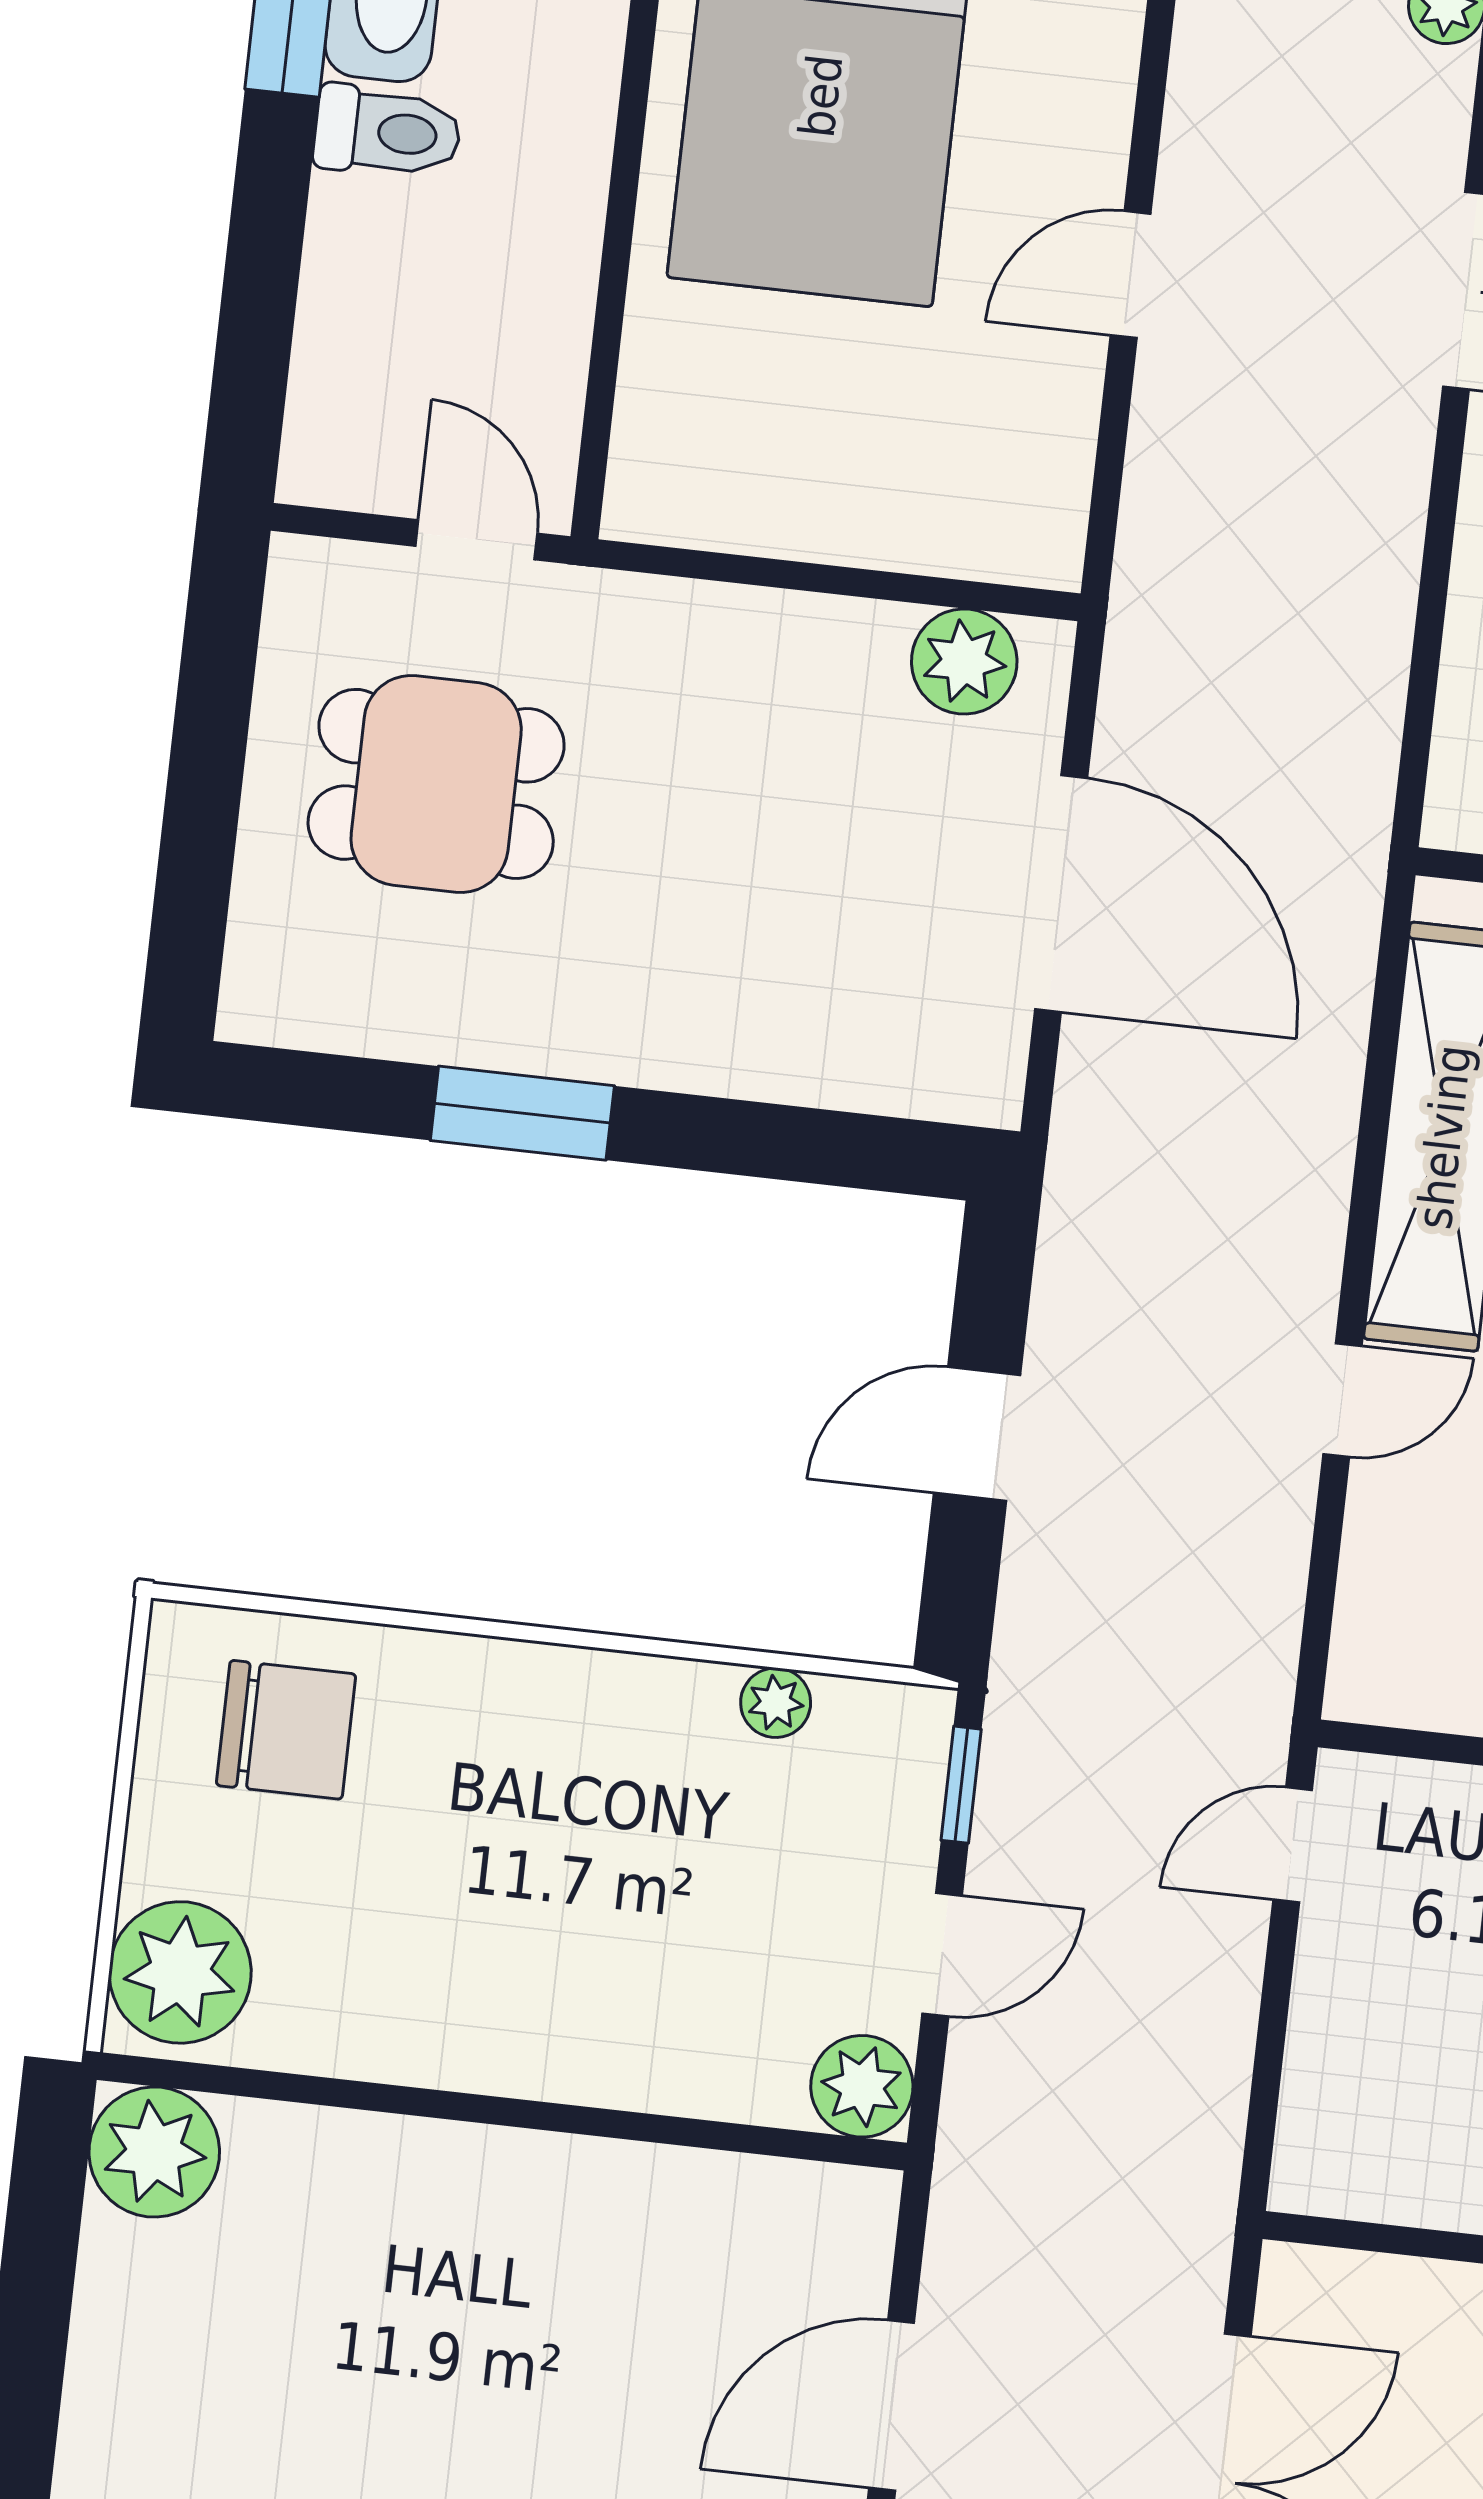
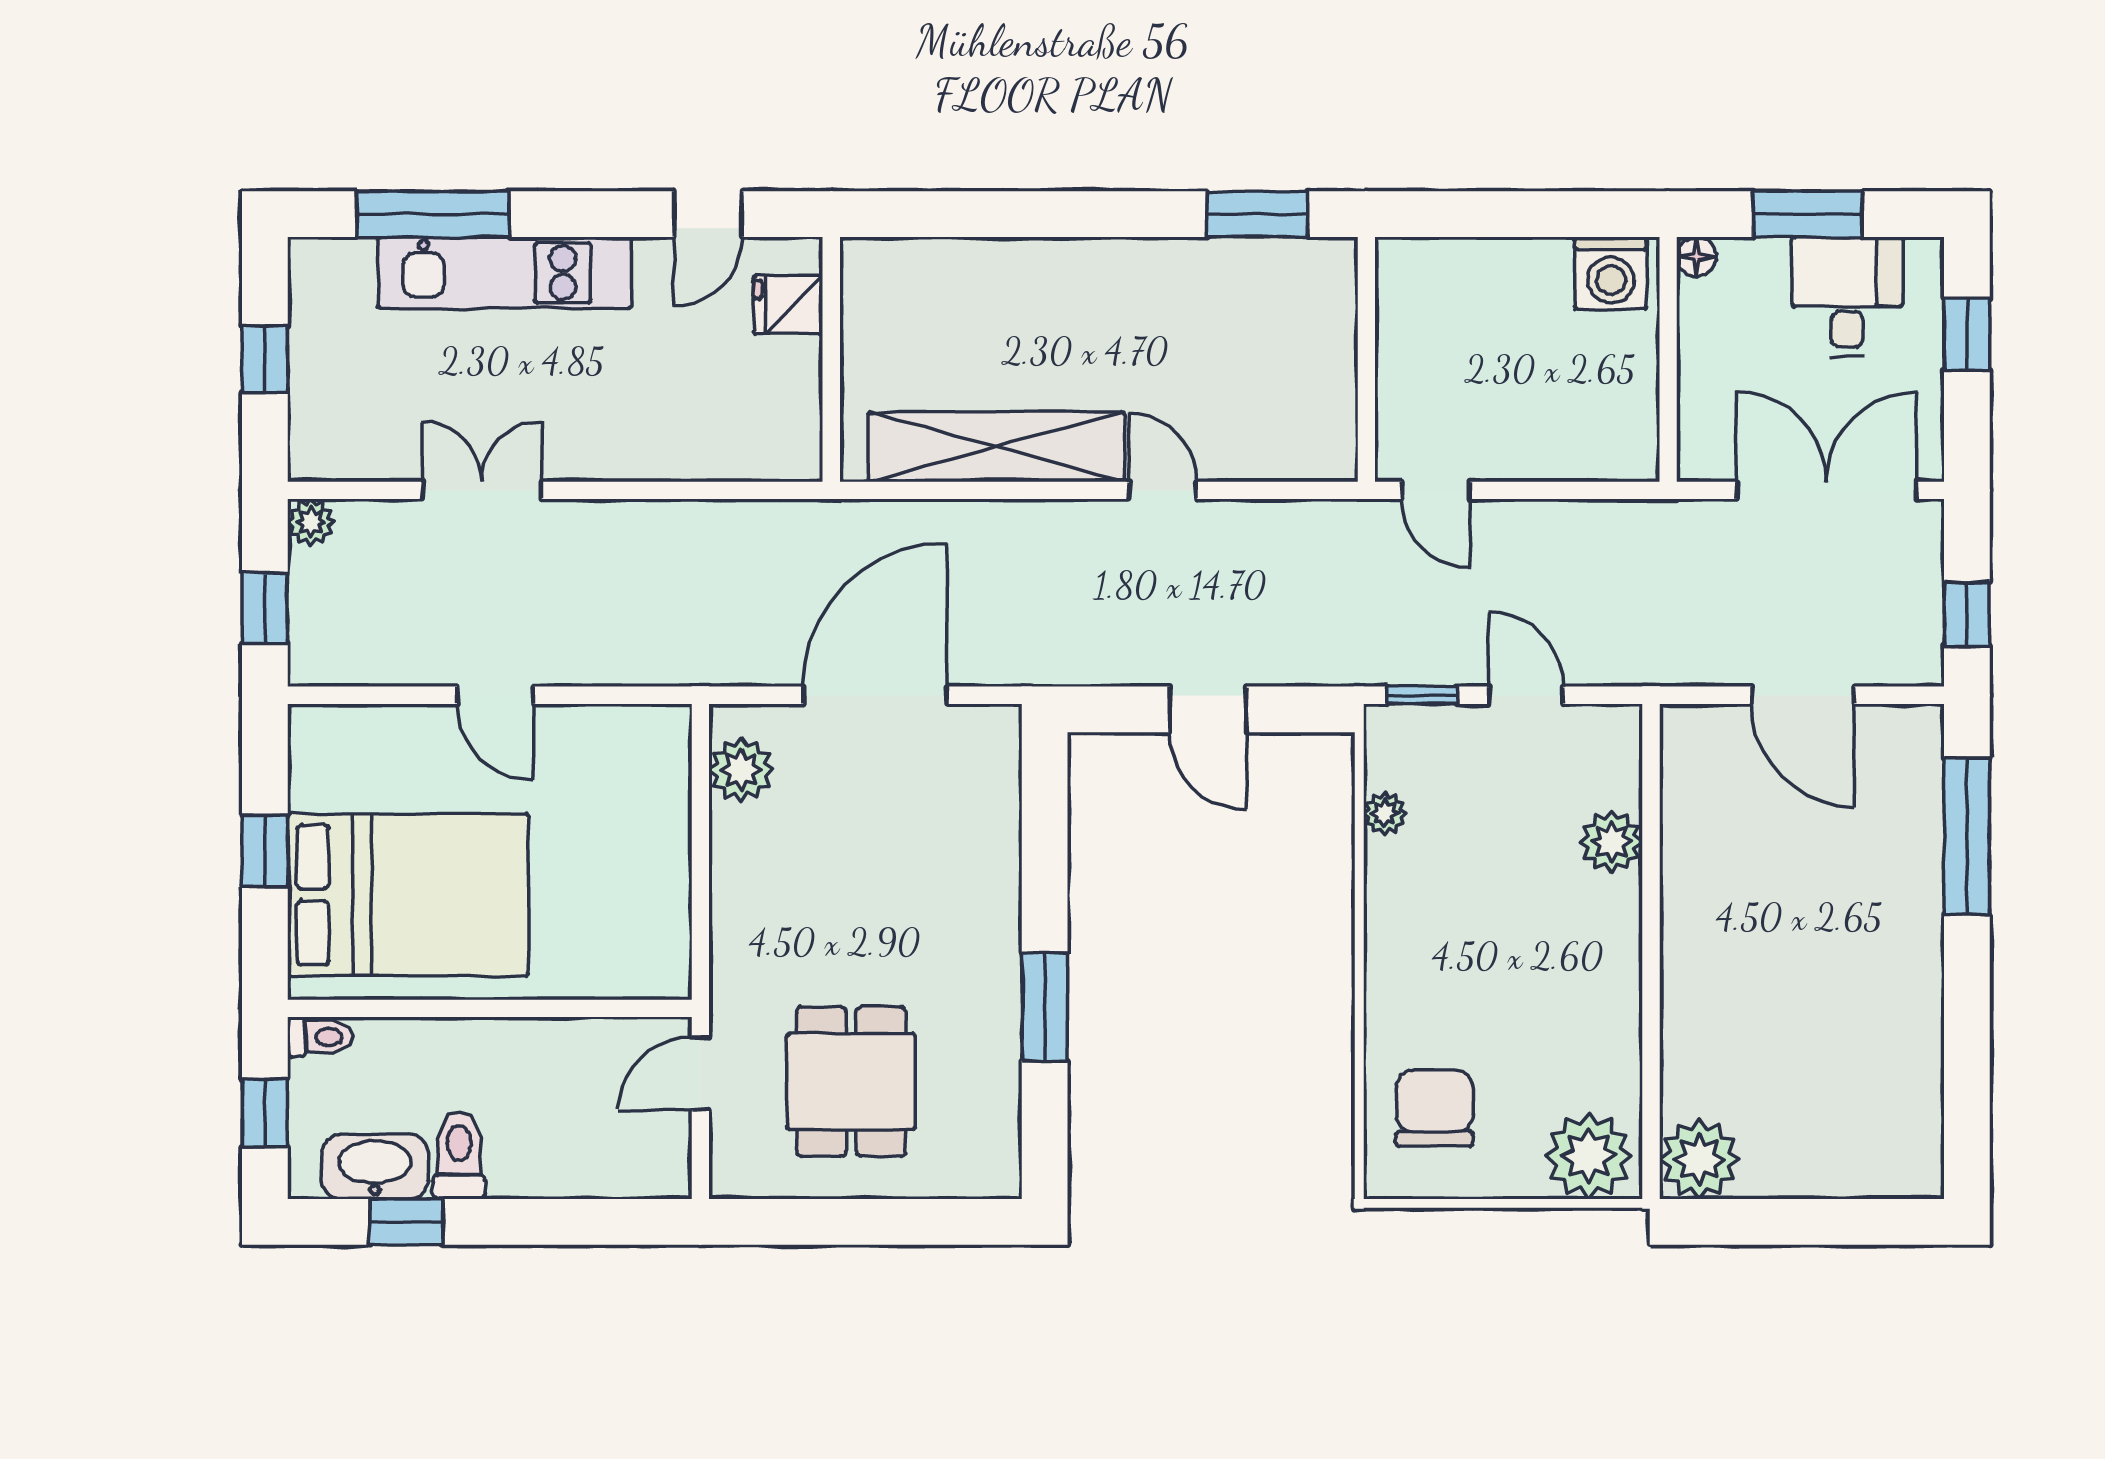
plant: (862, 2086) -> (1611, 842), moved

